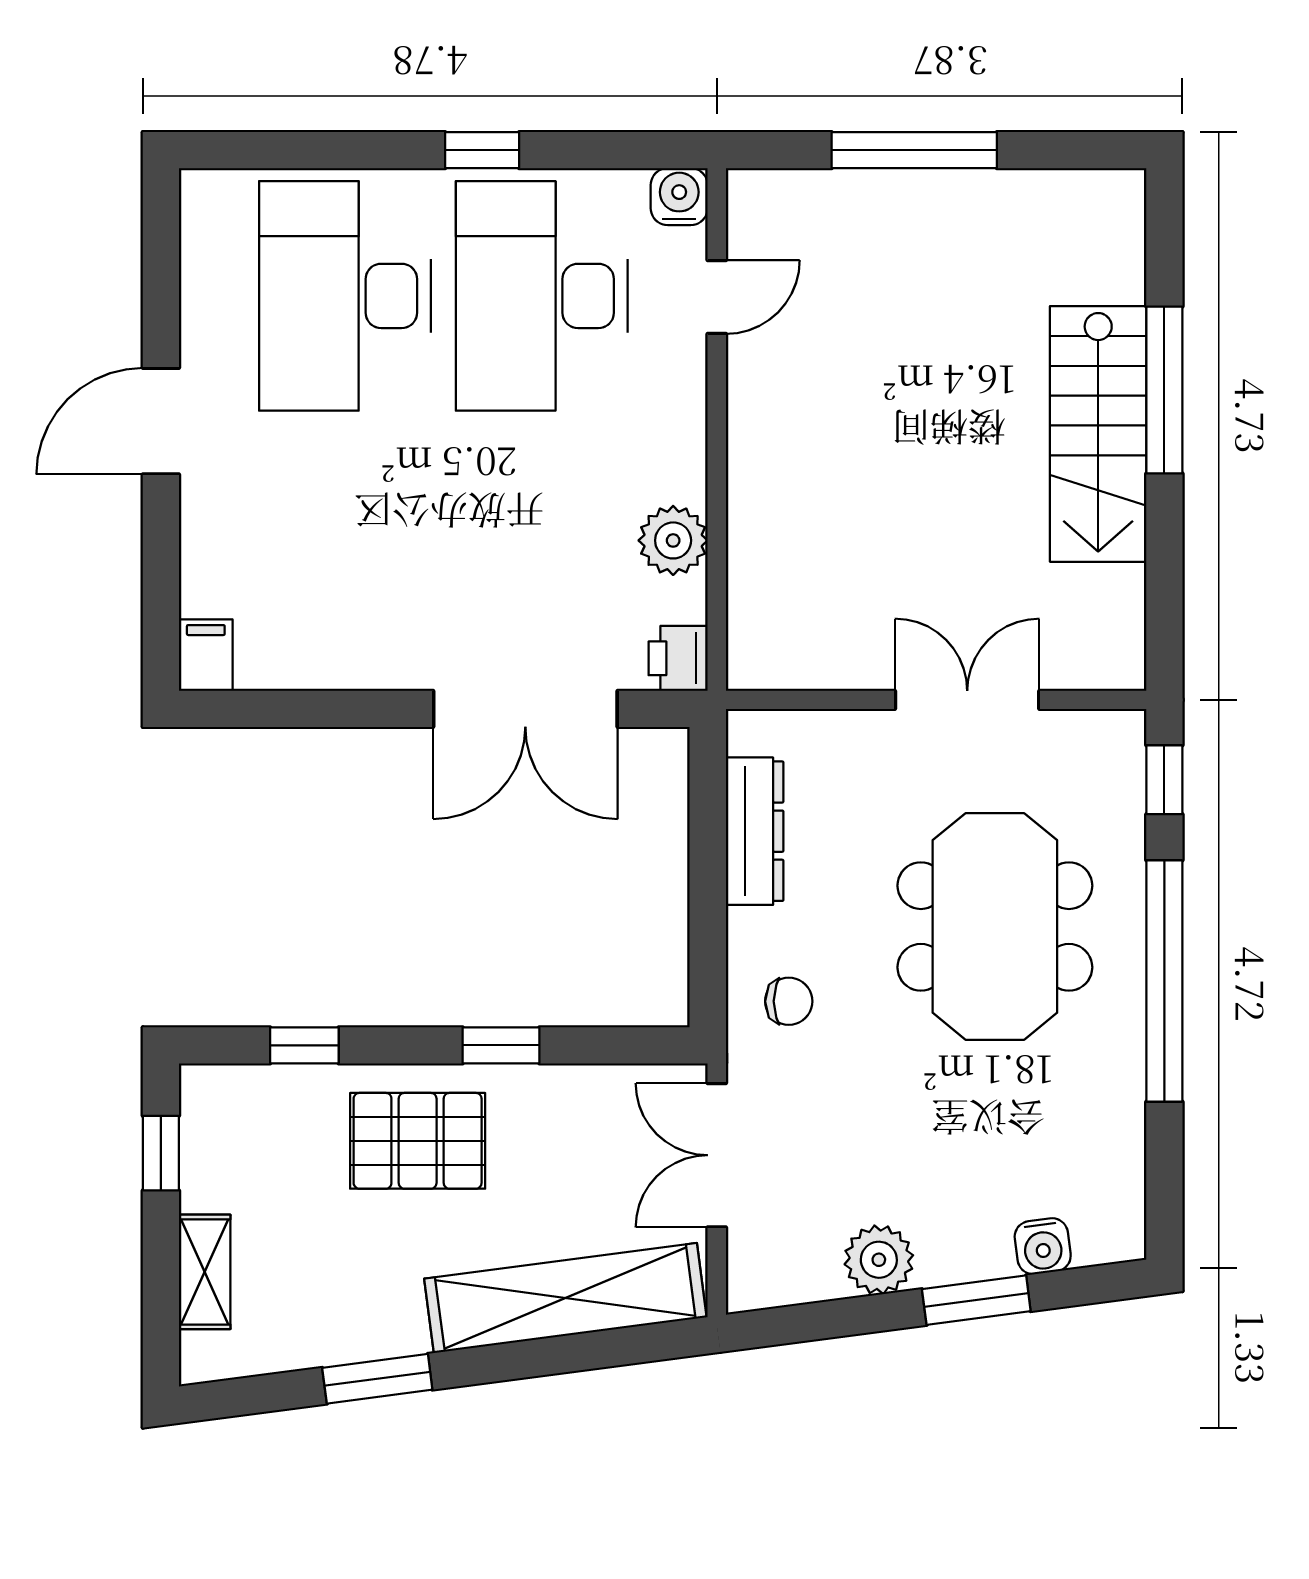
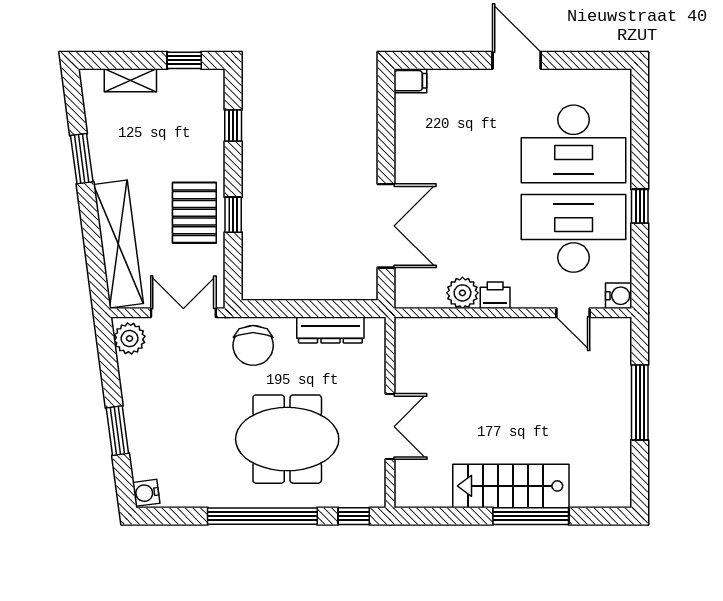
desk: (345, 296) -> (574, 144), turned 180
printer: (678, 658) -> (495, 295), moved
double door: (525, 709) -> (386, 226), swing flipped
chair: (789, 1001) -> (253, 345), width x1.87, depth x1.87
pallet: (418, 1141) -> (194, 213), moved
water cooler: (1043, 1246) -> (146, 493), moved
plant: (879, 1260) -> (130, 338), moved

